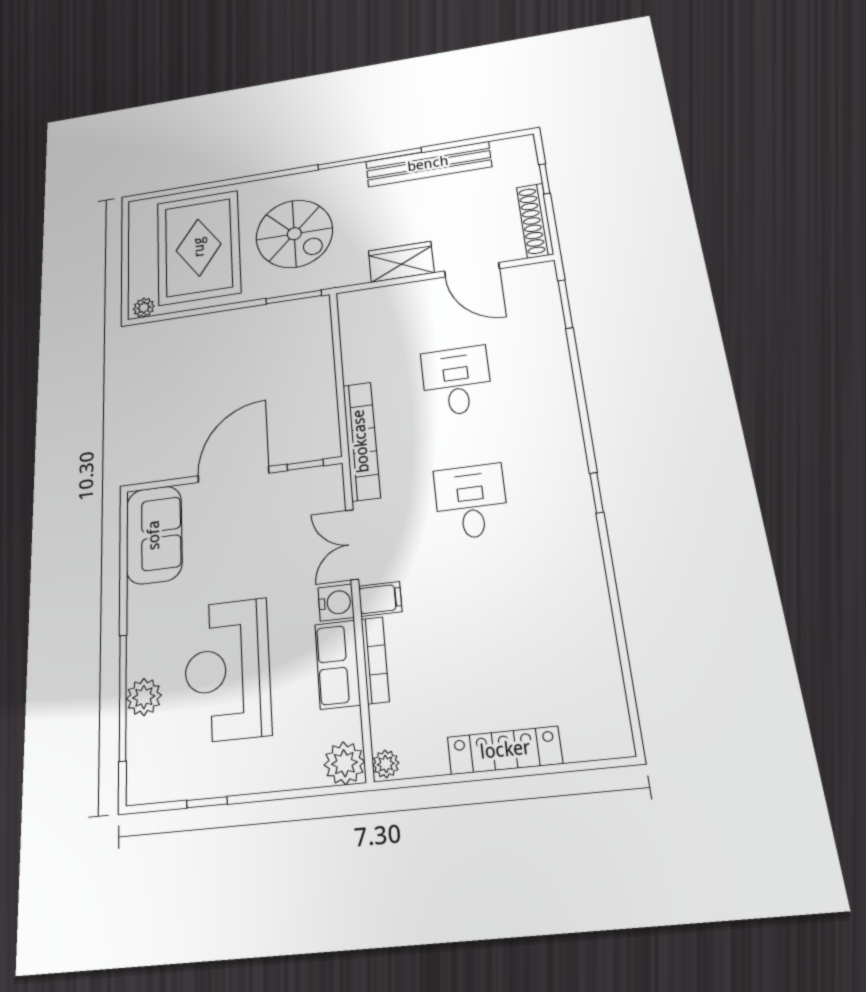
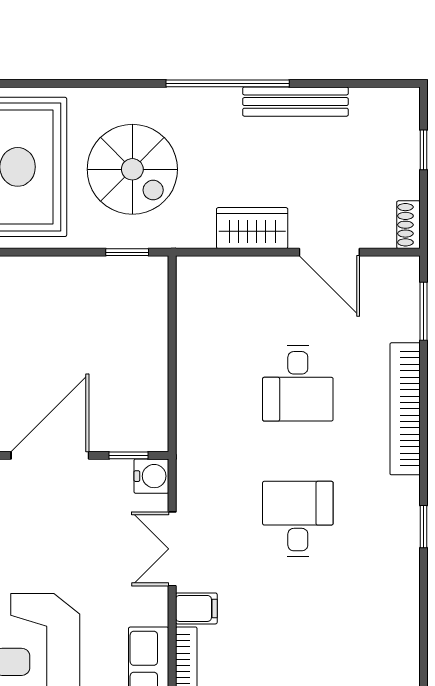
bench: (428, 164) -> (295, 102), width x0.73, depth x0.82
shoe rack: (535, 220) -> (408, 225), width x0.51, depth x0.81
window: (294, 297) -> (127, 252), width x0.67
desk: (456, 381) -> (298, 383), turned 180
bookcase: (361, 441) -> (405, 409), moved, turned 180
water cooler: (336, 603) -> (151, 476), moved

